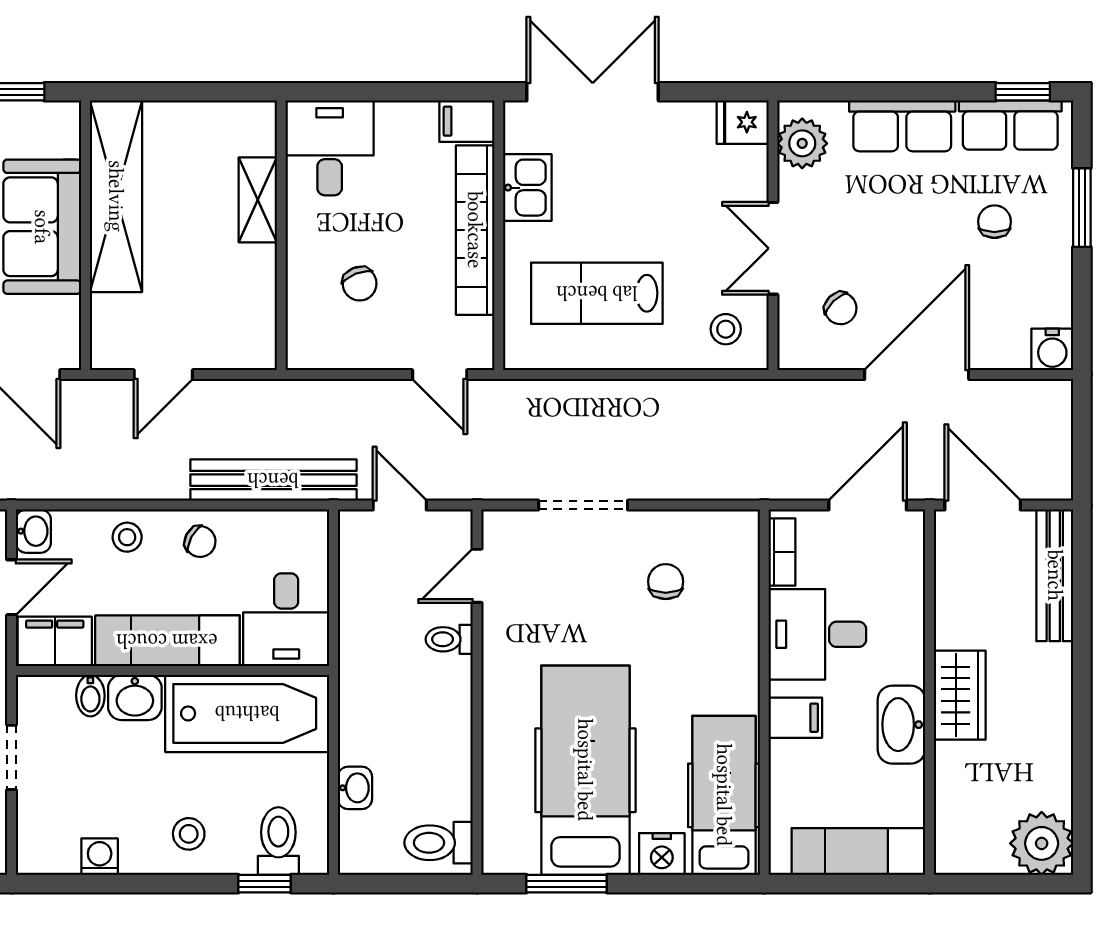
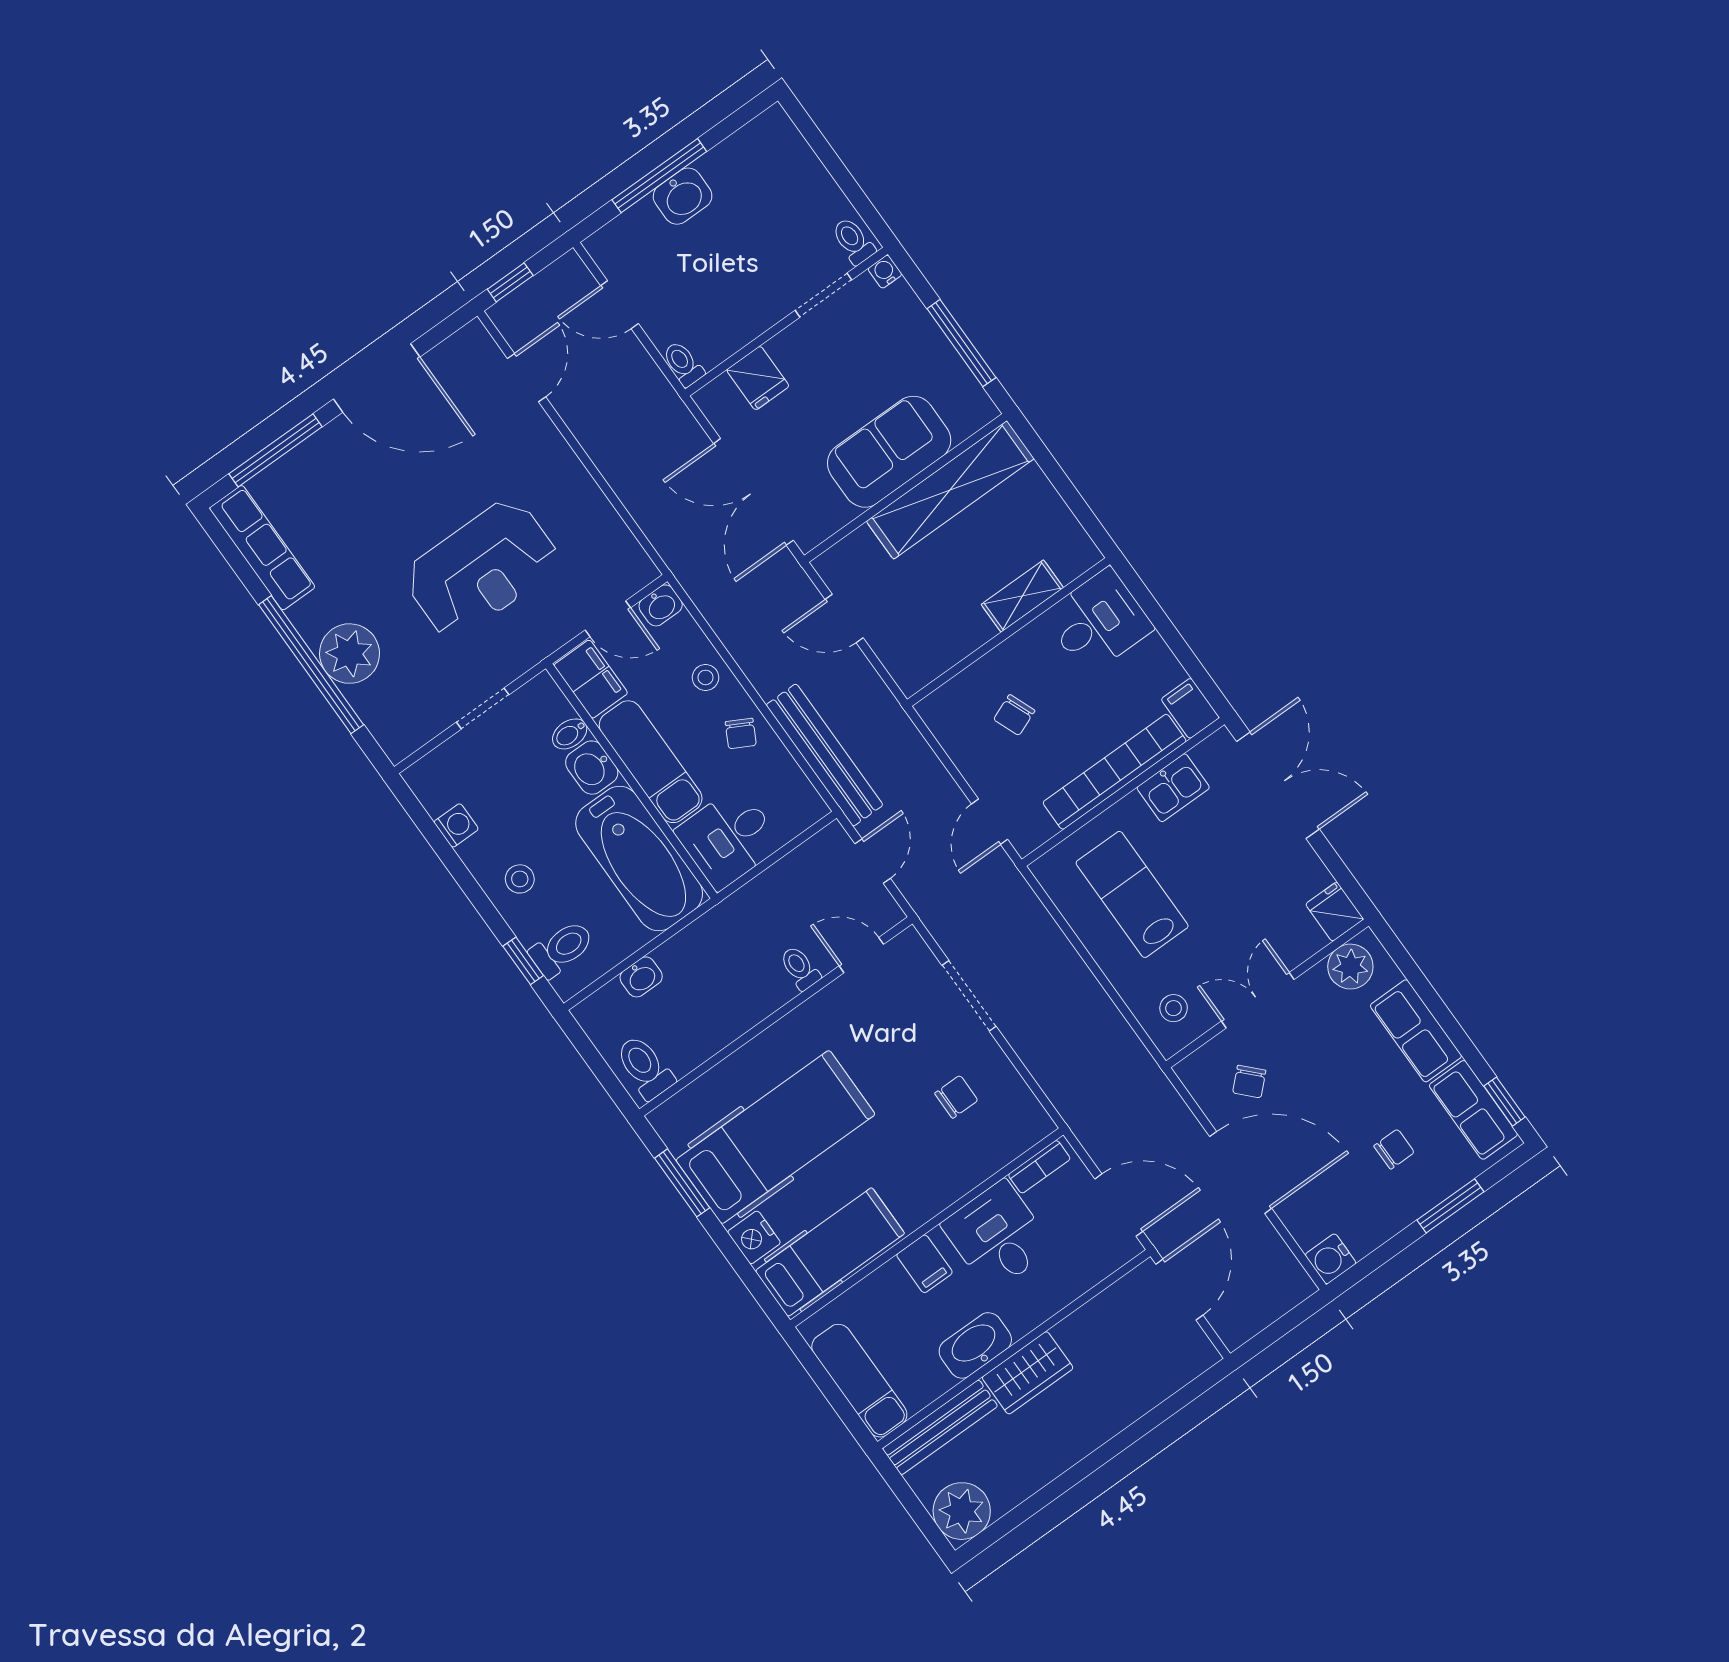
bench: (1055, 575) -> (940, 1427), moved

